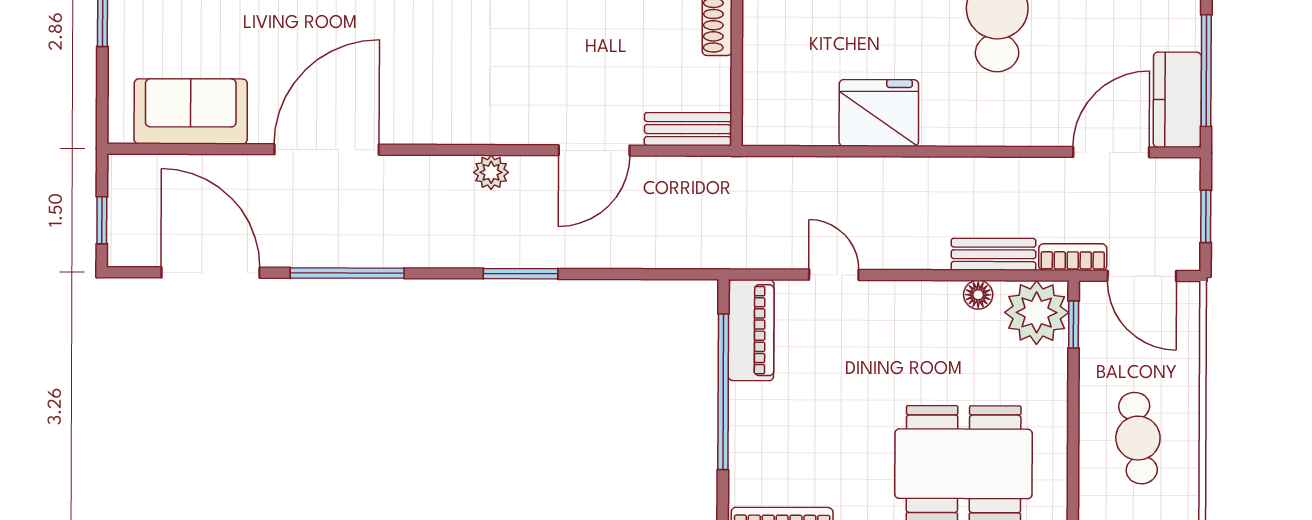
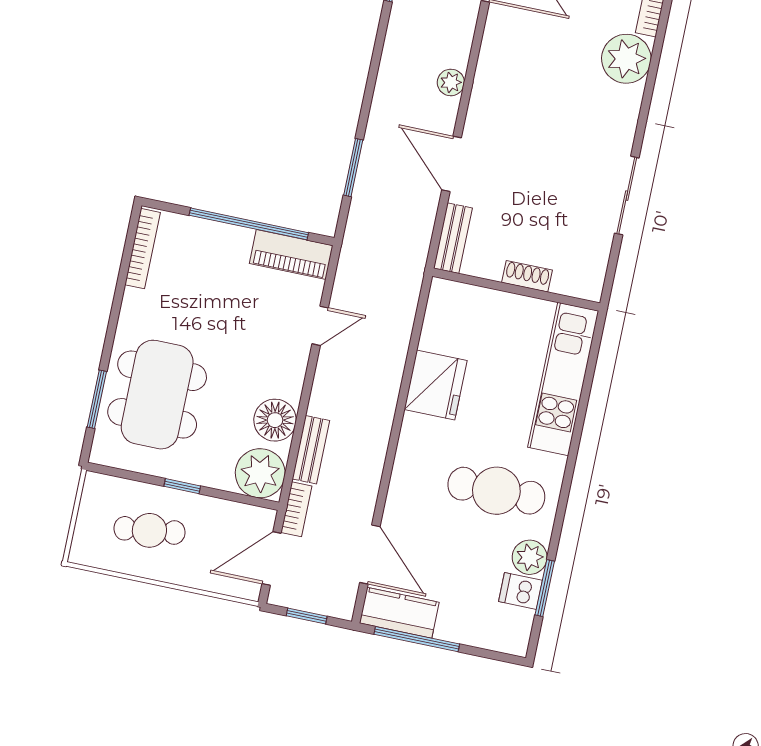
window: (521, 274) -> (353, 168), moved
floor lamp: (978, 295) -> (275, 420), width x1.89, depth x1.89
window: (1074, 324) -> (182, 486), moved

